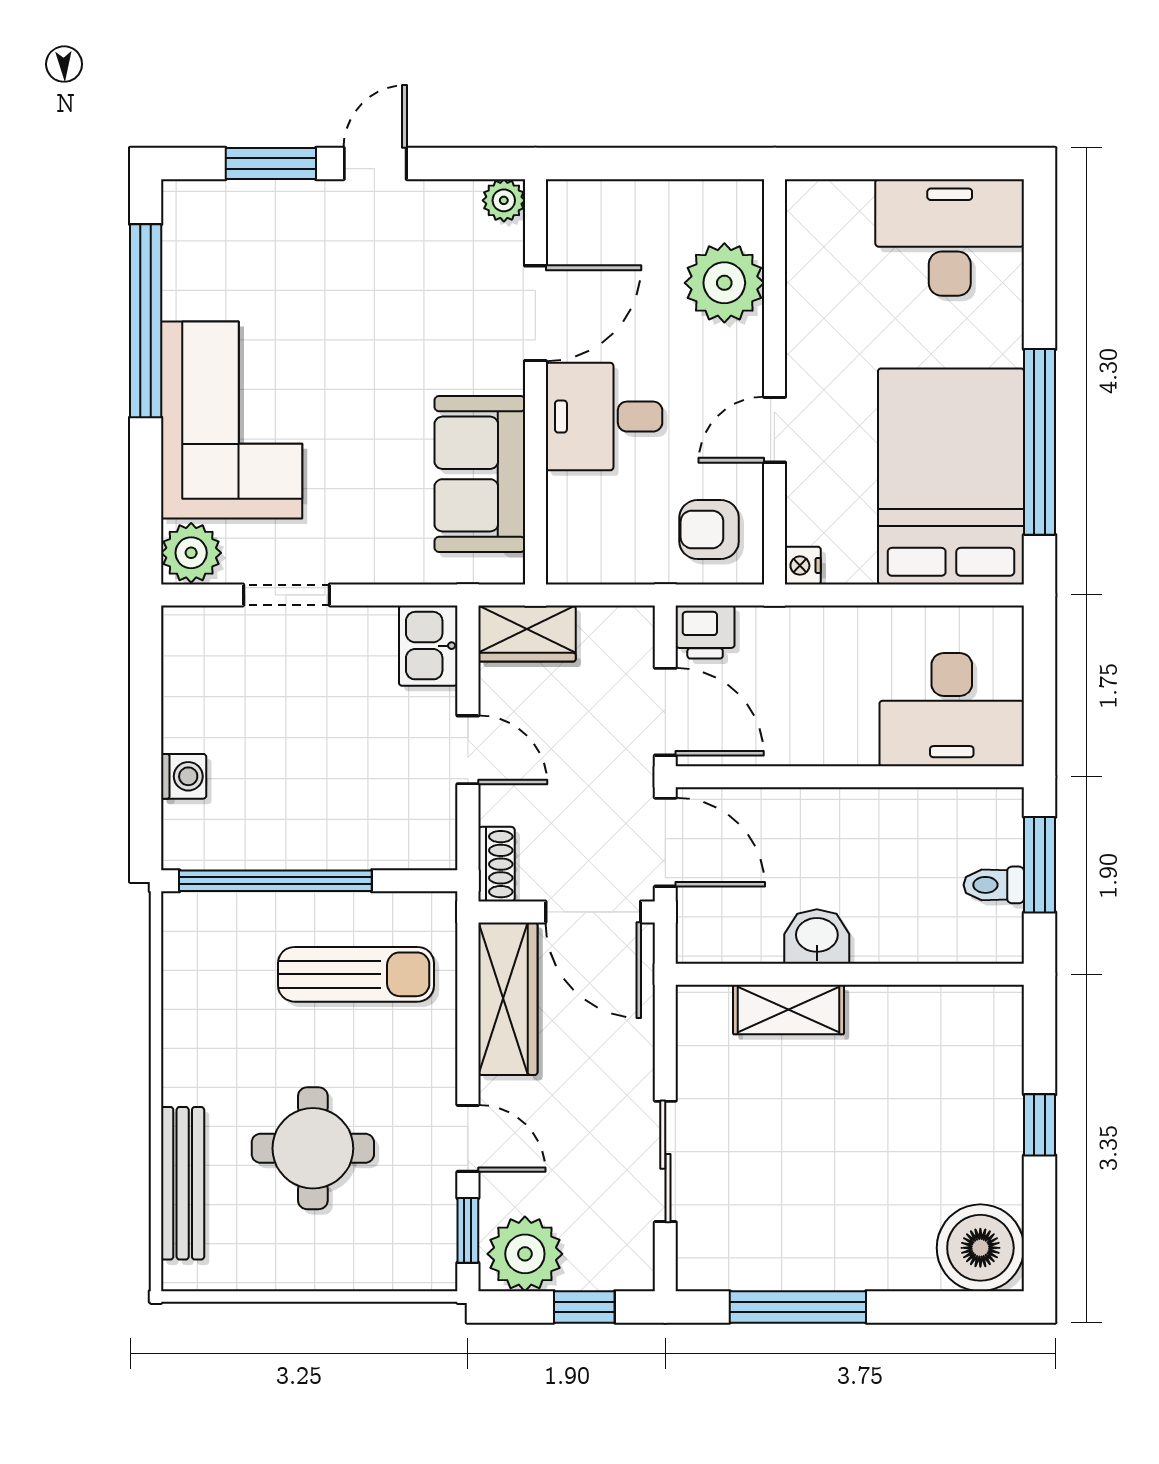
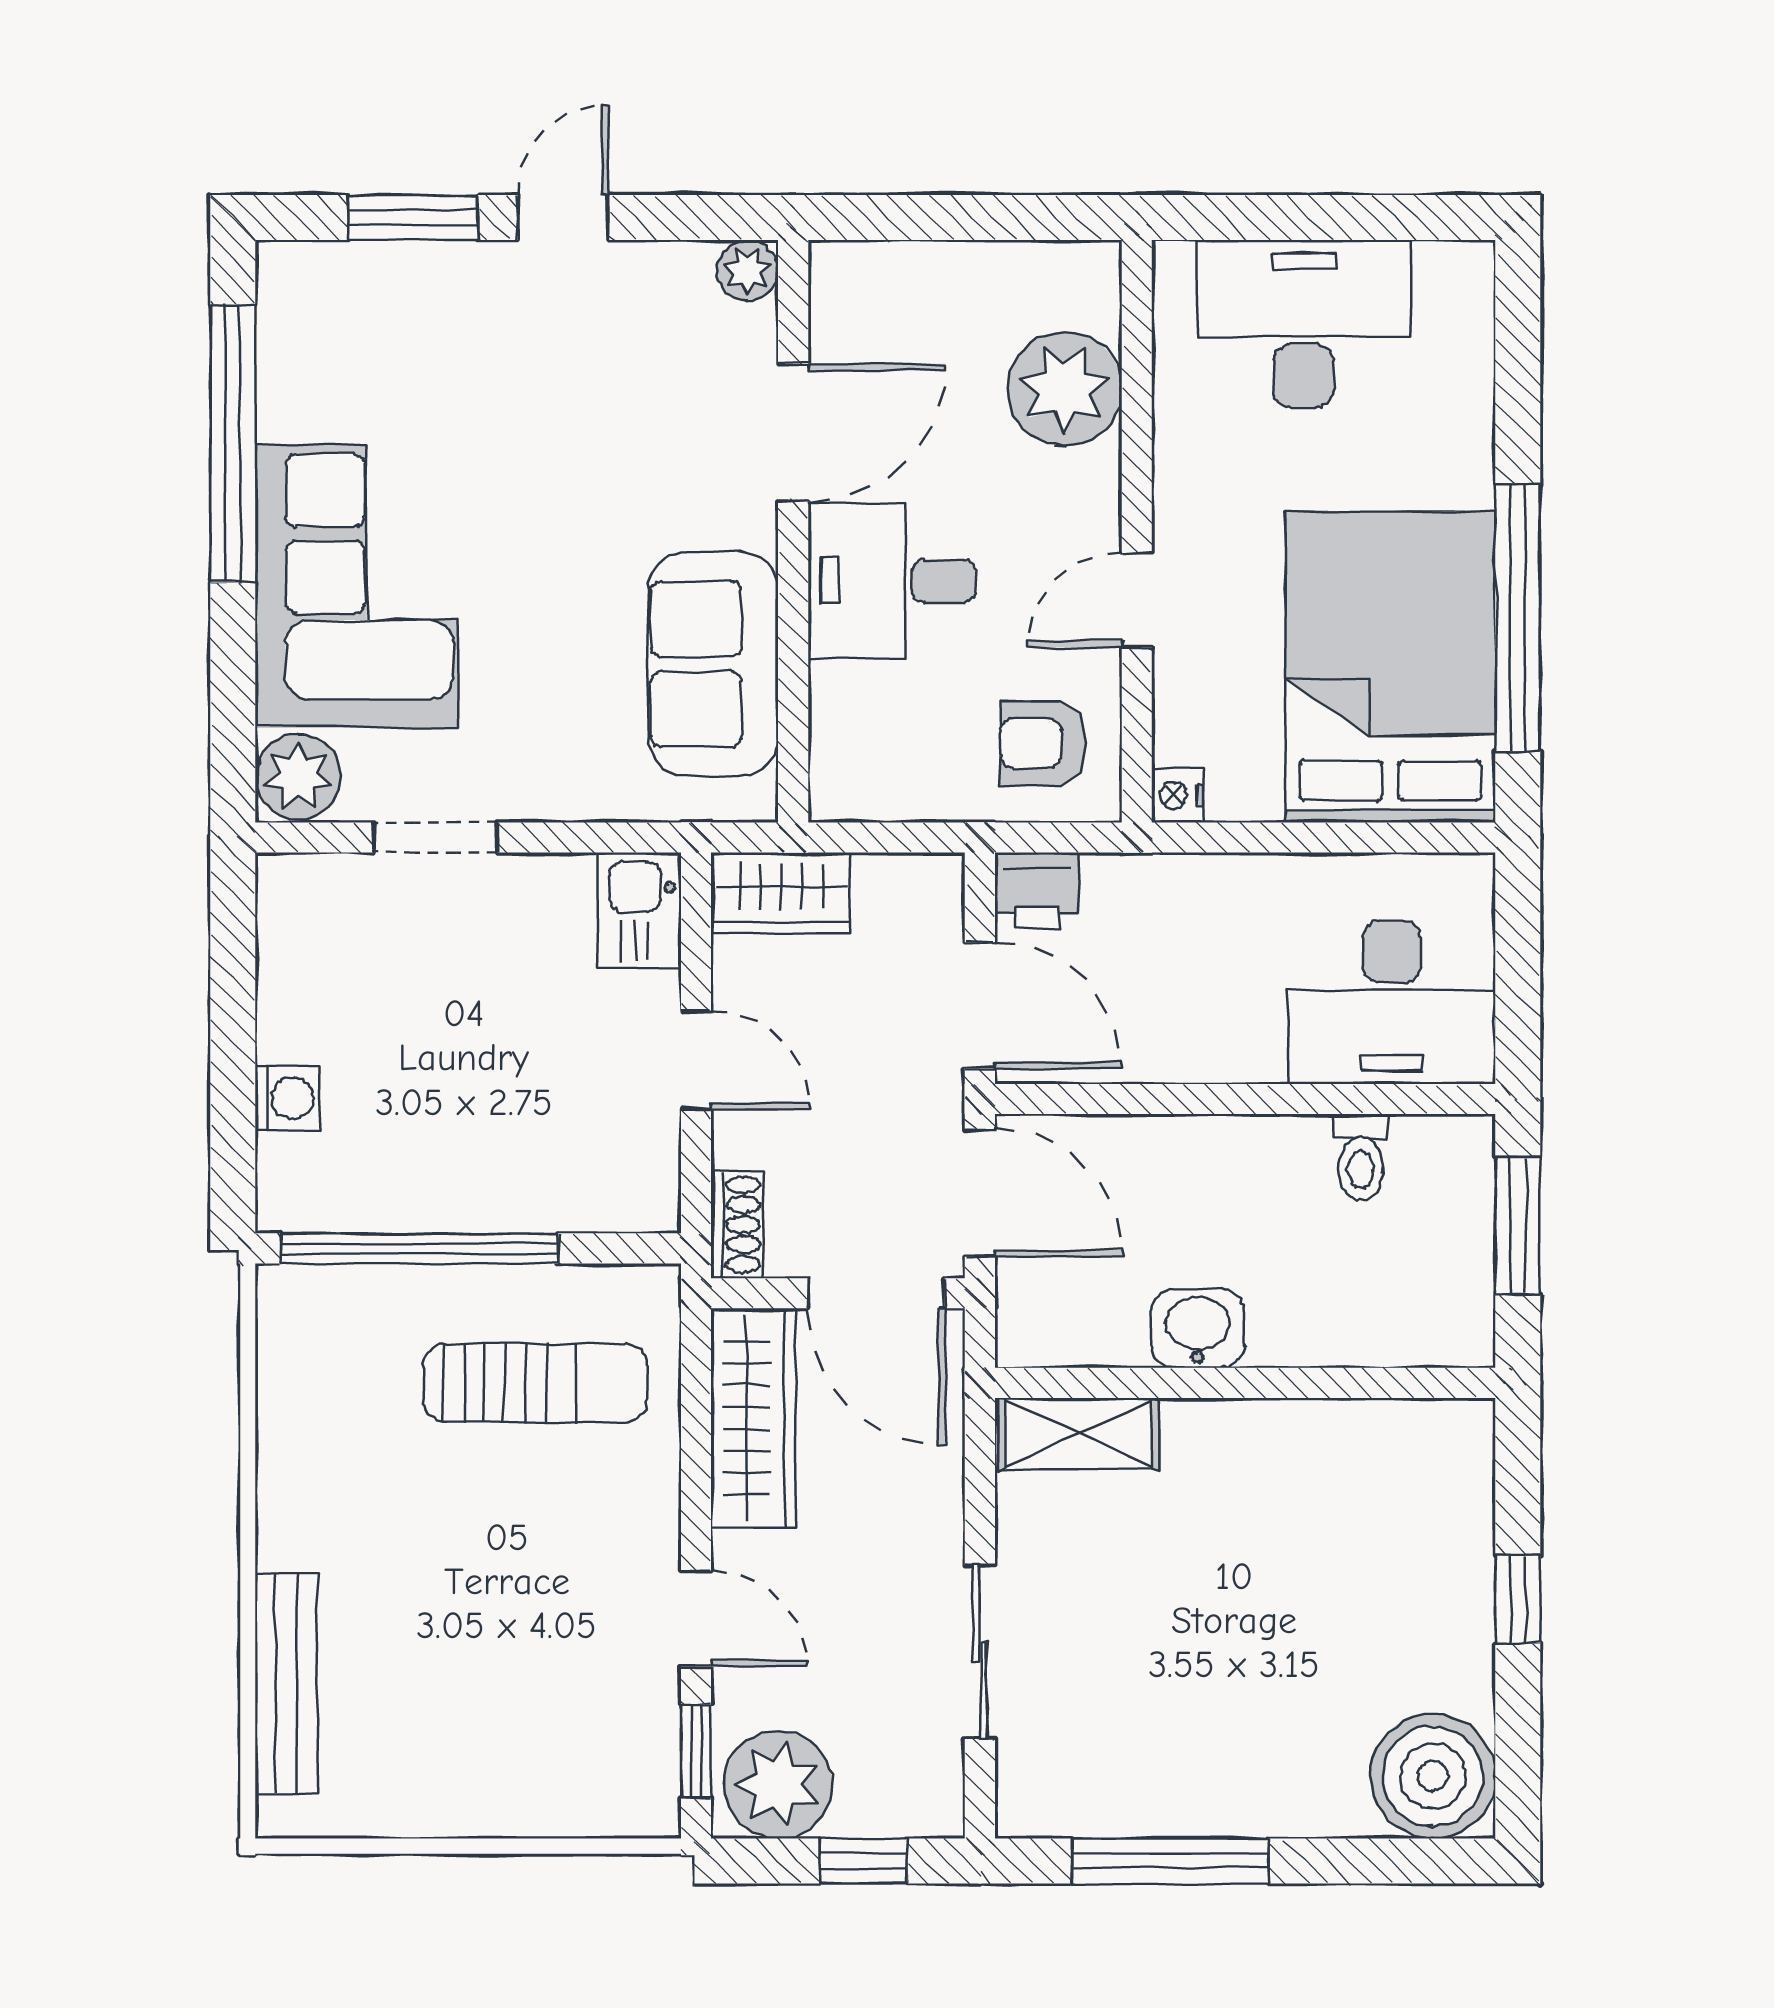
desk: (950, 237) -> (1304, 324), moved
toilet: (994, 885) -> (1361, 1157), moved, turned -90
shelving: (789, 1010) -> (1079, 1434), moved
round table: (313, 1148) -> (473, 1633), removed

